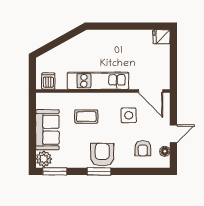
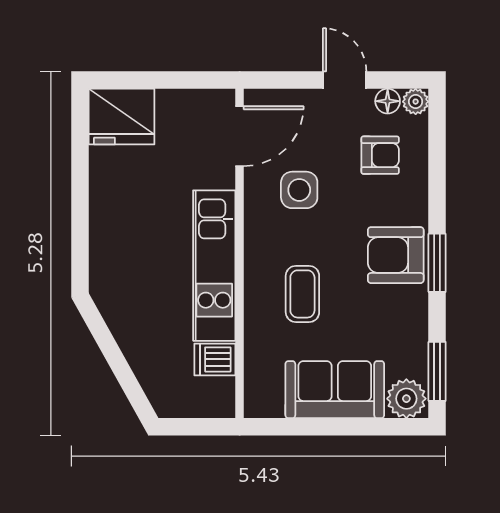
fridge: (161, 37) -> (122, 117), width x1.88, depth x1.34
dishwasher: (48, 81) -> (215, 359), moved
plant: (165, 163) -> (416, 102), added

